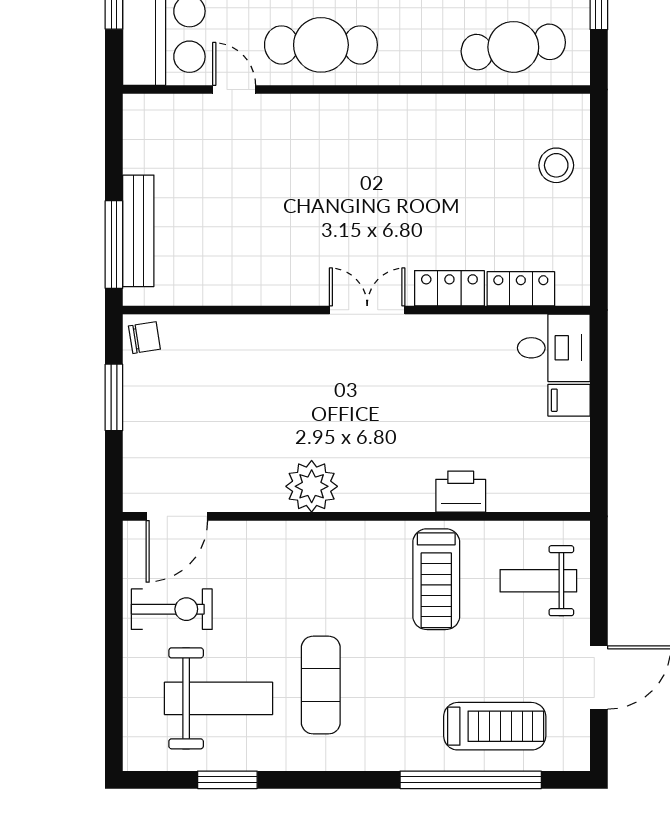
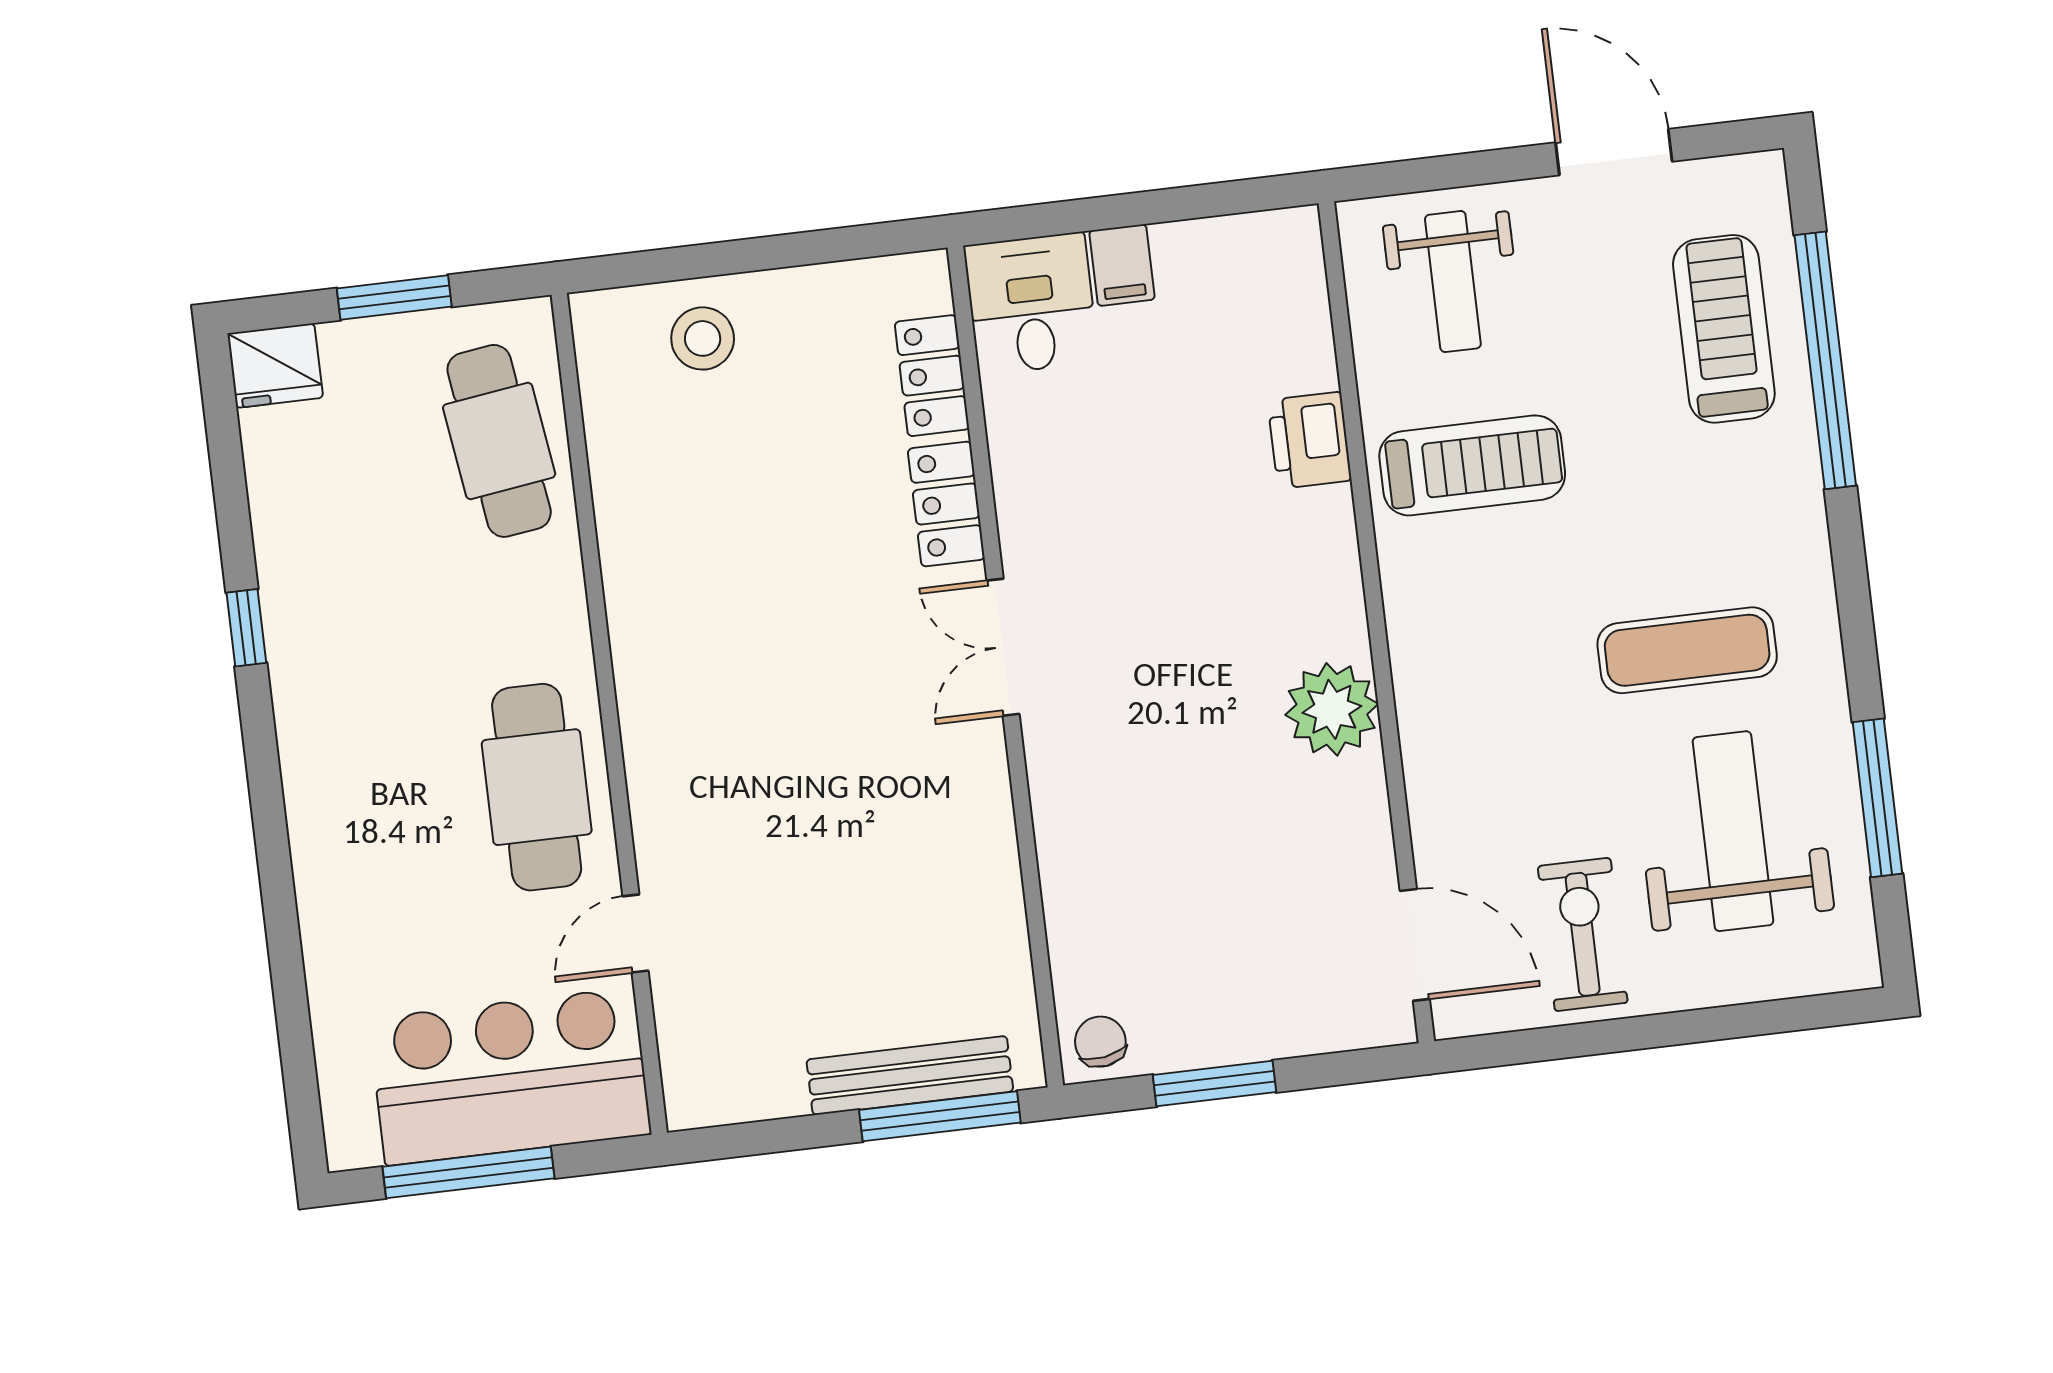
window: (227, 780) -> (1877, 798), width x1.44

